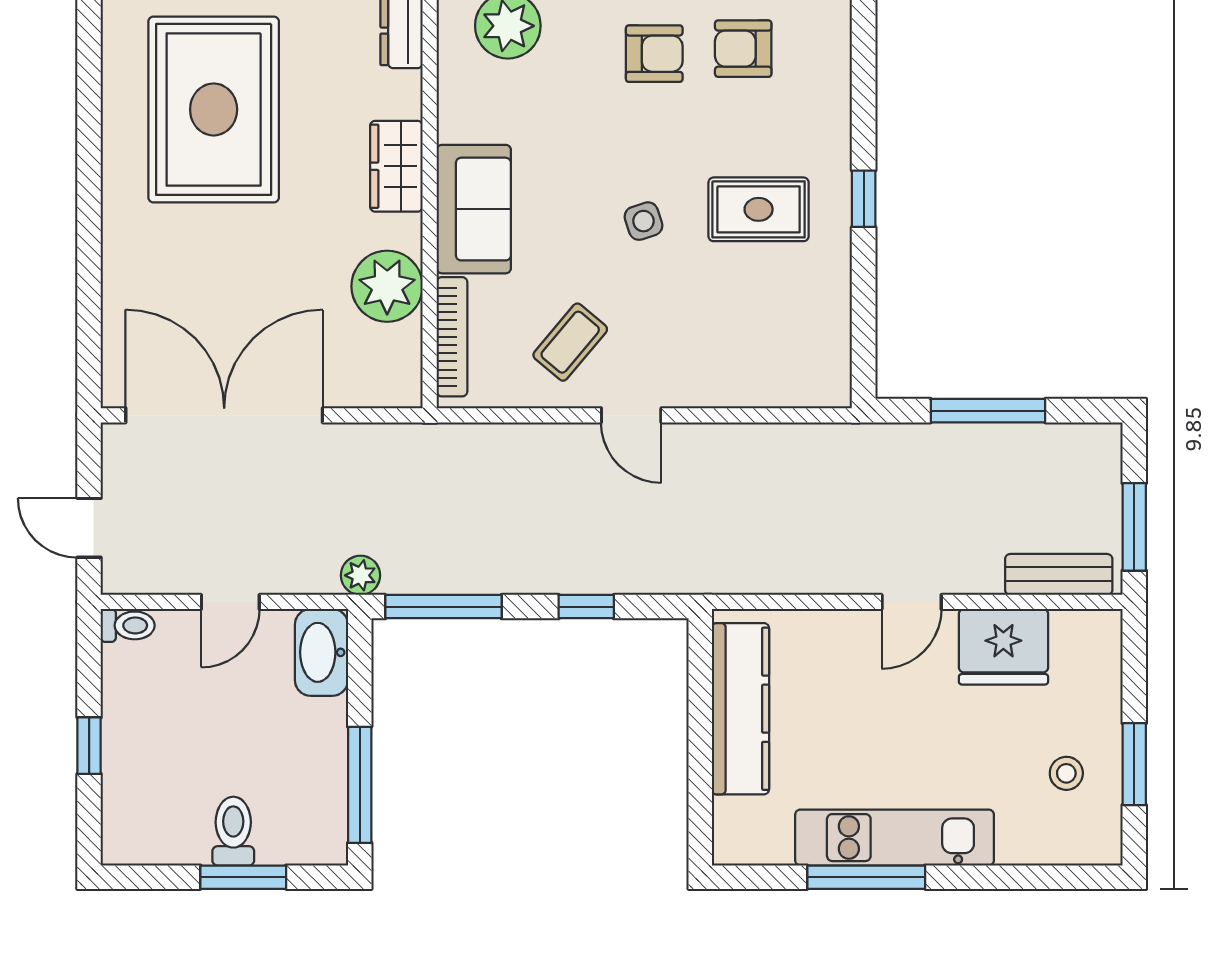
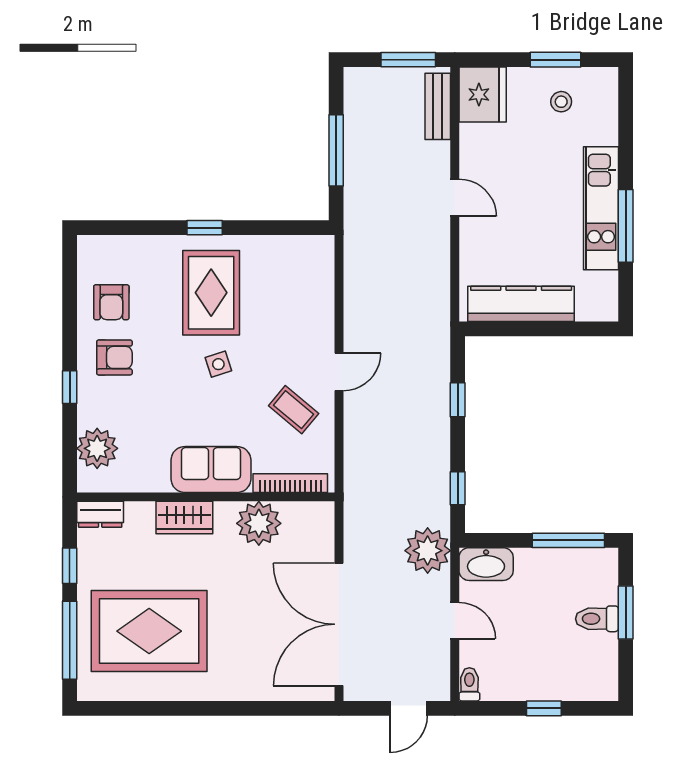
armchair: (654, 54) -> (114, 357), turned 90
rug: (759, 209) -> (211, 293), width x1.36, depth x1.43
plant: (360, 575) -> (428, 551), width x1.88, depth x1.88
window: (443, 607) -> (458, 488), width x0.46
fridge: (1003, 647) -> (483, 95), moved

